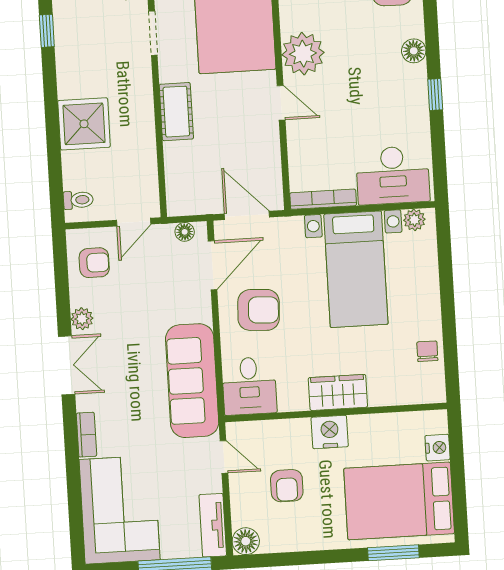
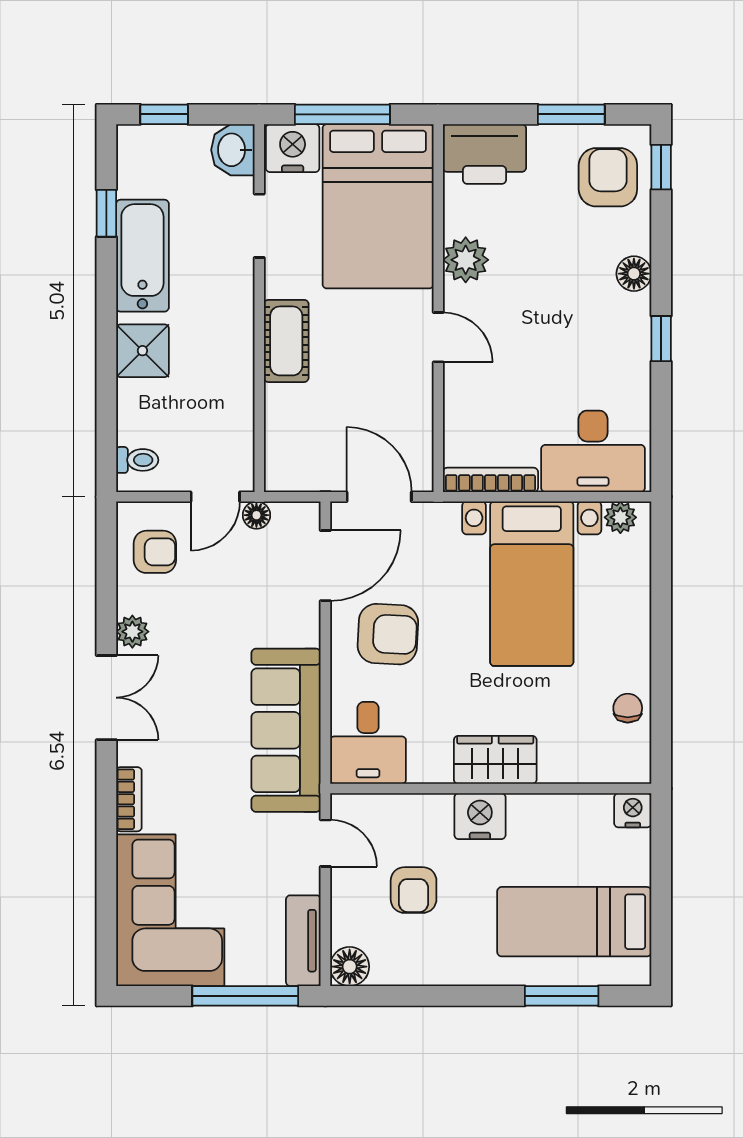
plant: (303, 54) -> (466, 260), width x0.73, depth x0.73
bathtub: (73, 59) -> (142, 256), added
shower: (84, 124) -> (142, 351), width x0.73, depth x0.73
floor lamp: (185, 232) -> (256, 515), moved
nightstand: (438, 448) -> (633, 810), moved, turned -90
bed: (399, 501) -> (574, 922), width x0.67

